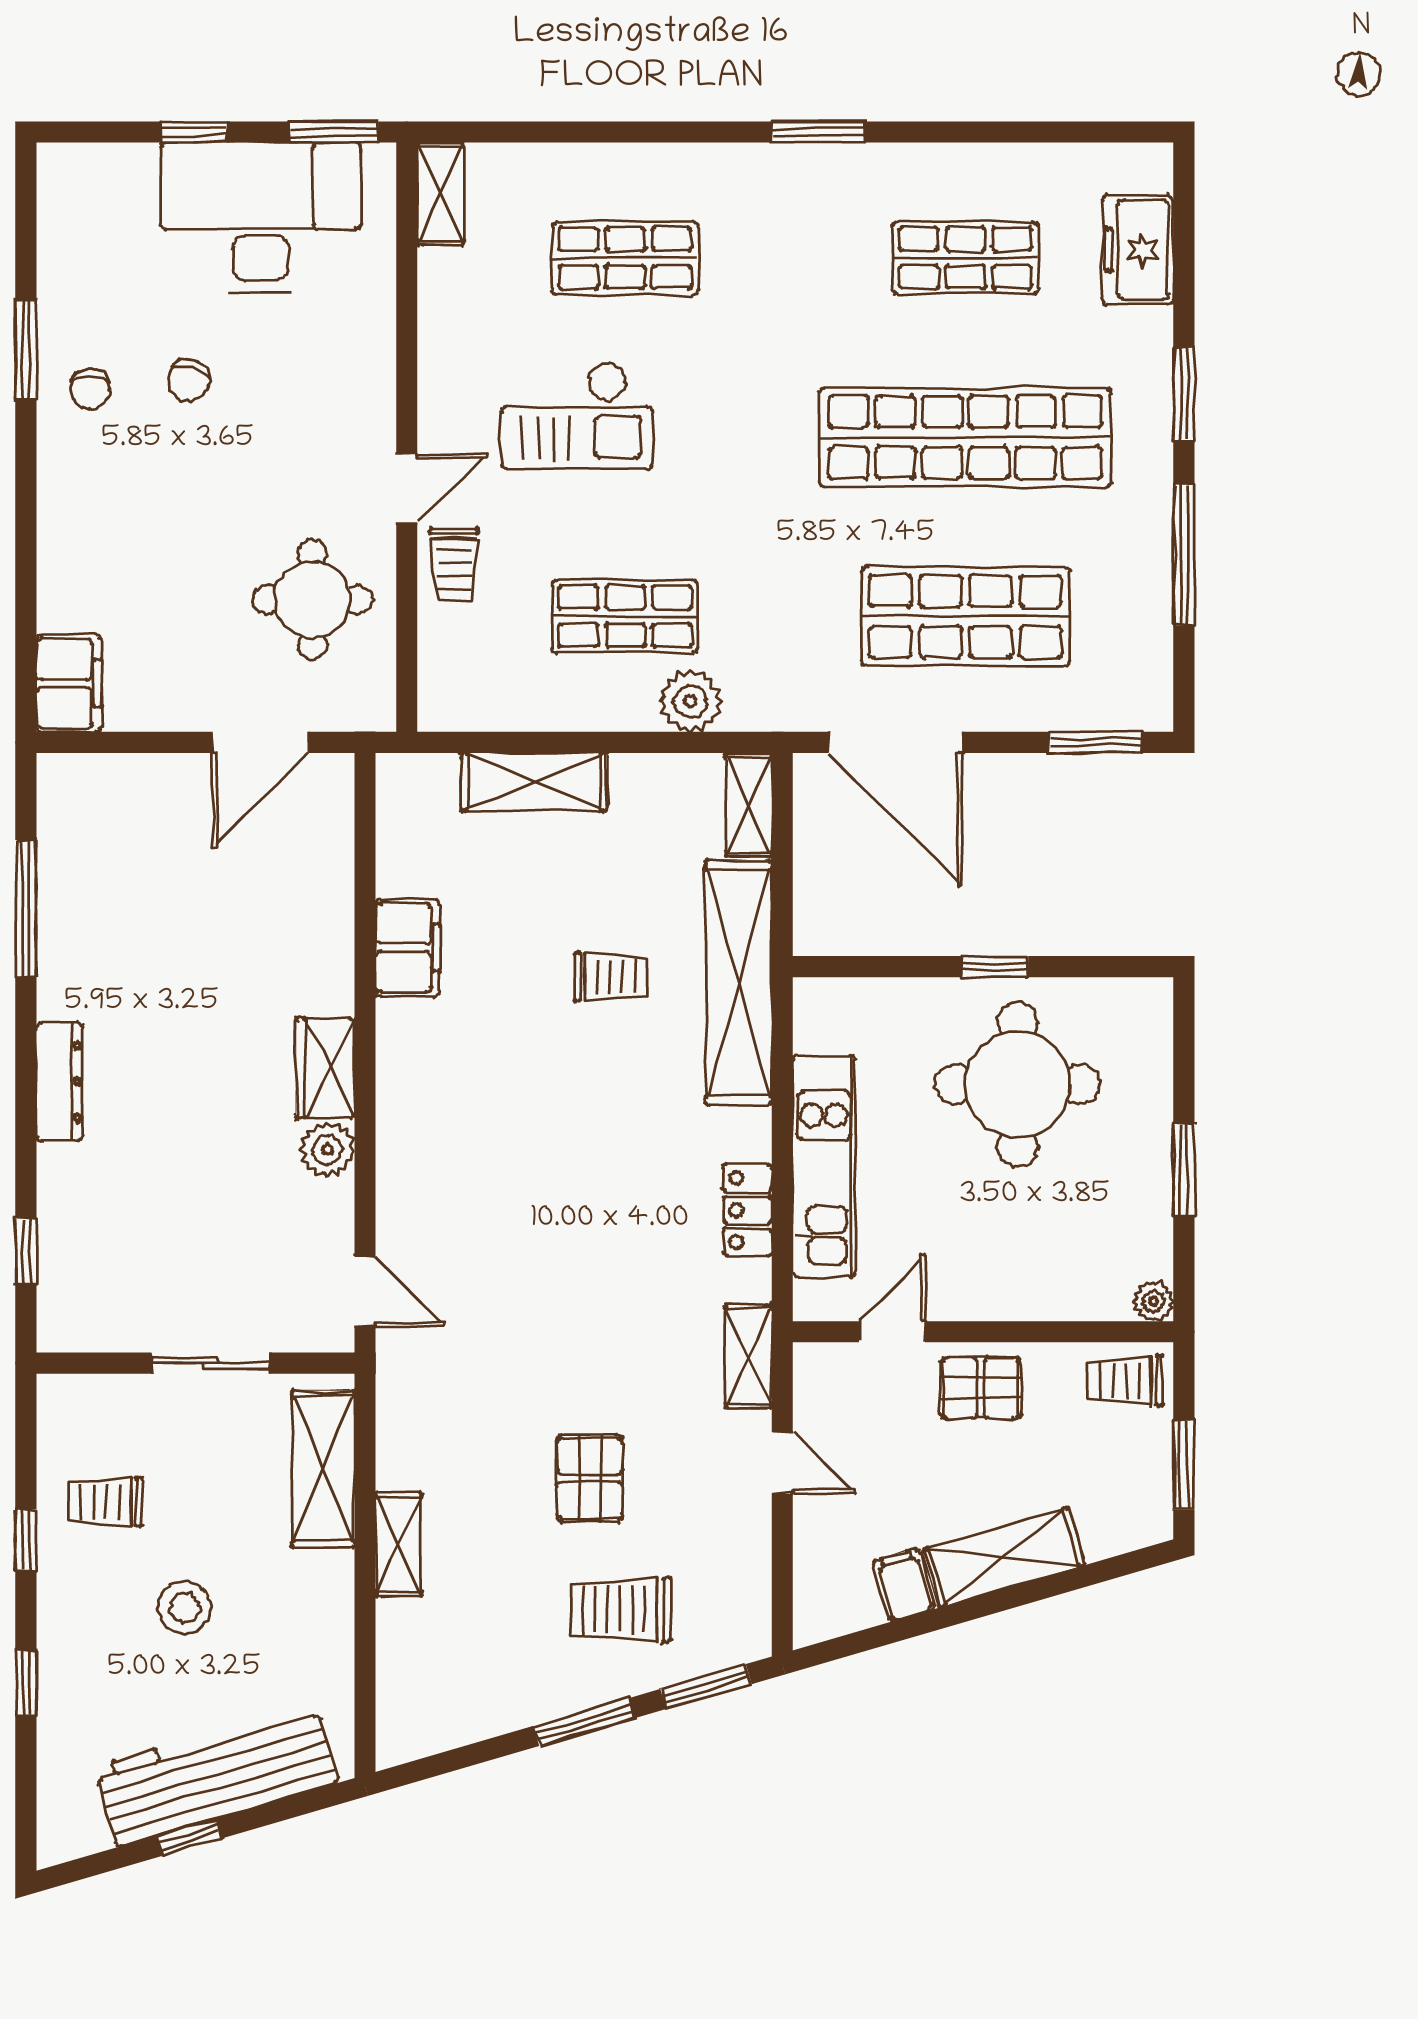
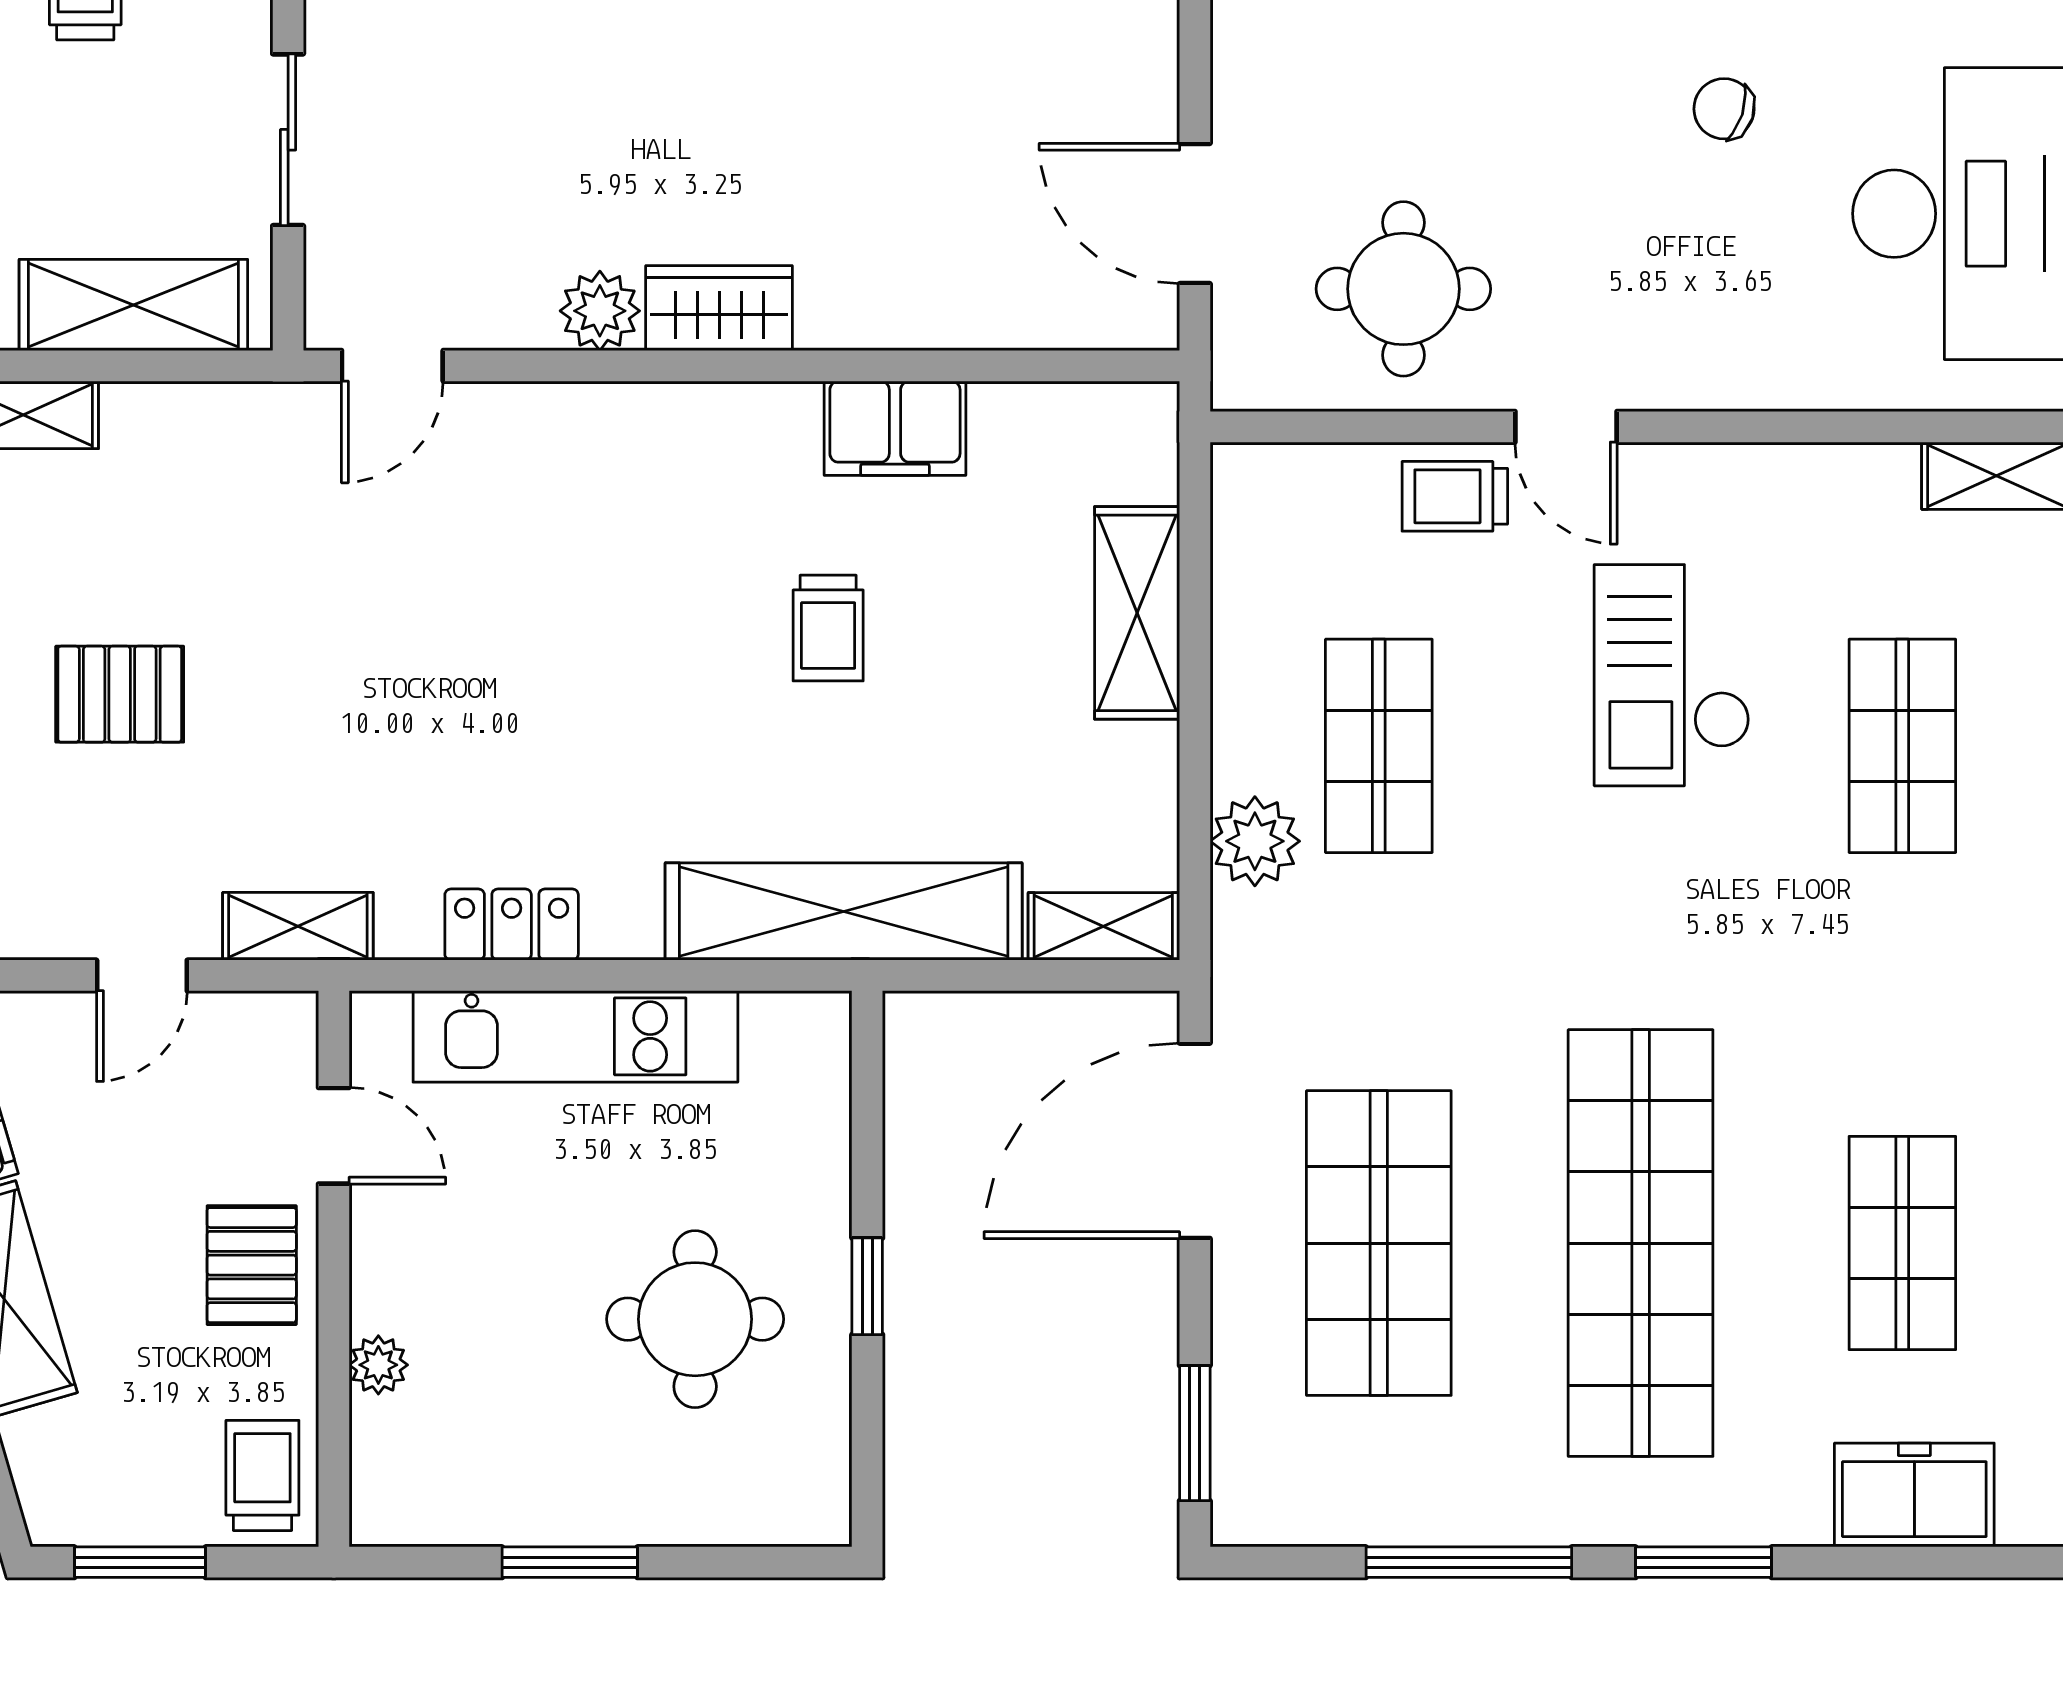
trolley: (611, 977) -> (828, 628), moved
round table: (1018, 1084) -> (695, 1319), width x0.73, depth x0.73
plant: (1153, 1301) -> (378, 1365), moved

